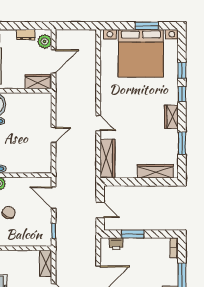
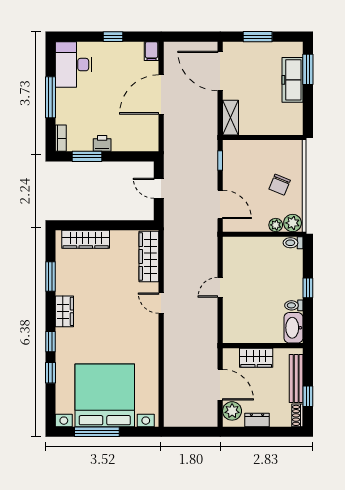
window: (147, 26) -> (97, 432), width x1.44
door: (54, 61) -> (220, 385), swing flipped
wardrobe: (38, 82) -> (256, 358), moved
plant: (12, 182) -> (276, 225), added
window: (133, 234) -> (87, 156), moved
printer: (116, 244) -> (102, 143), moved

